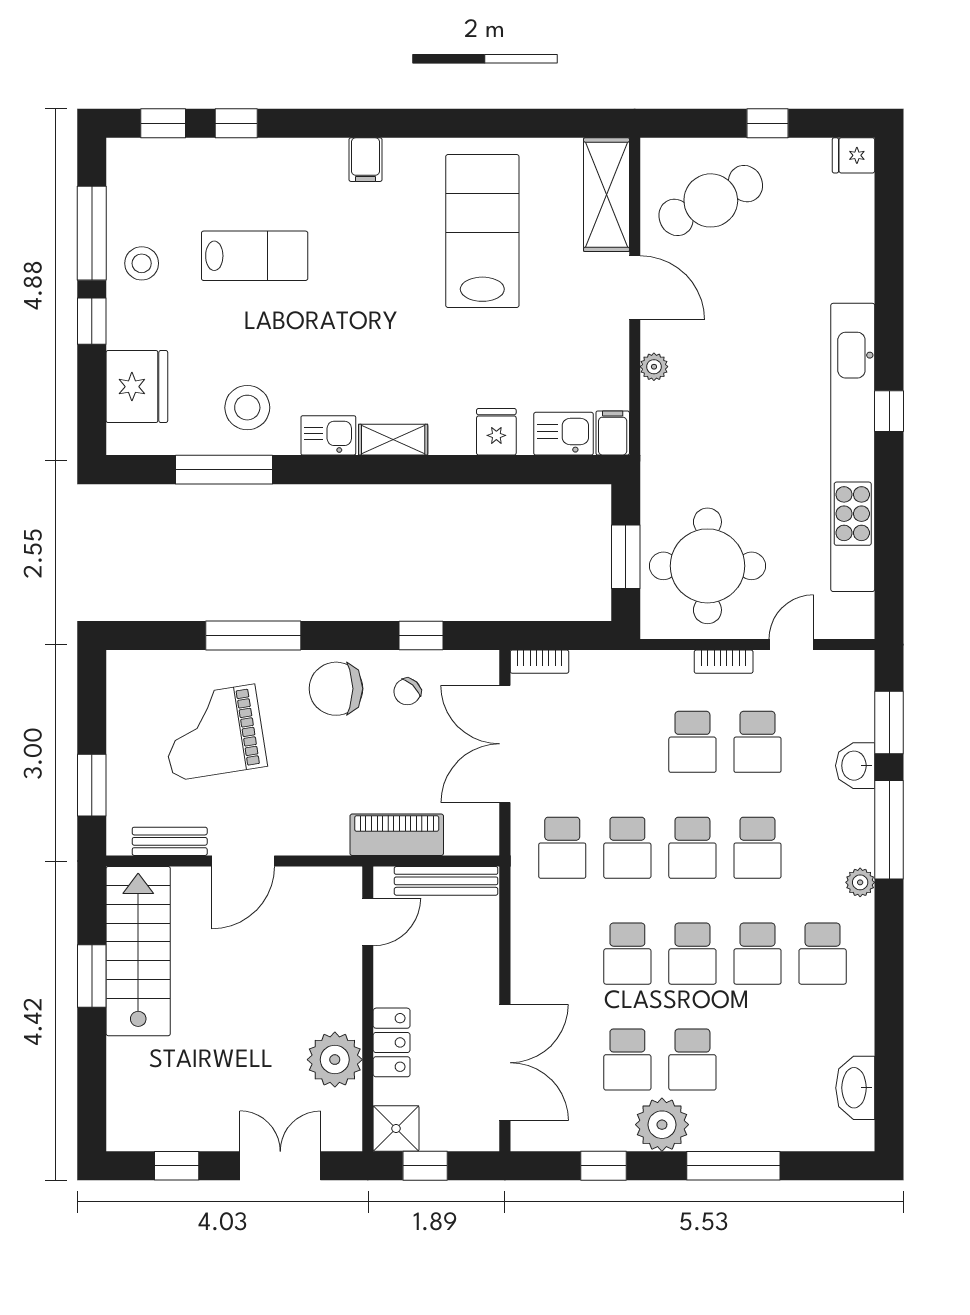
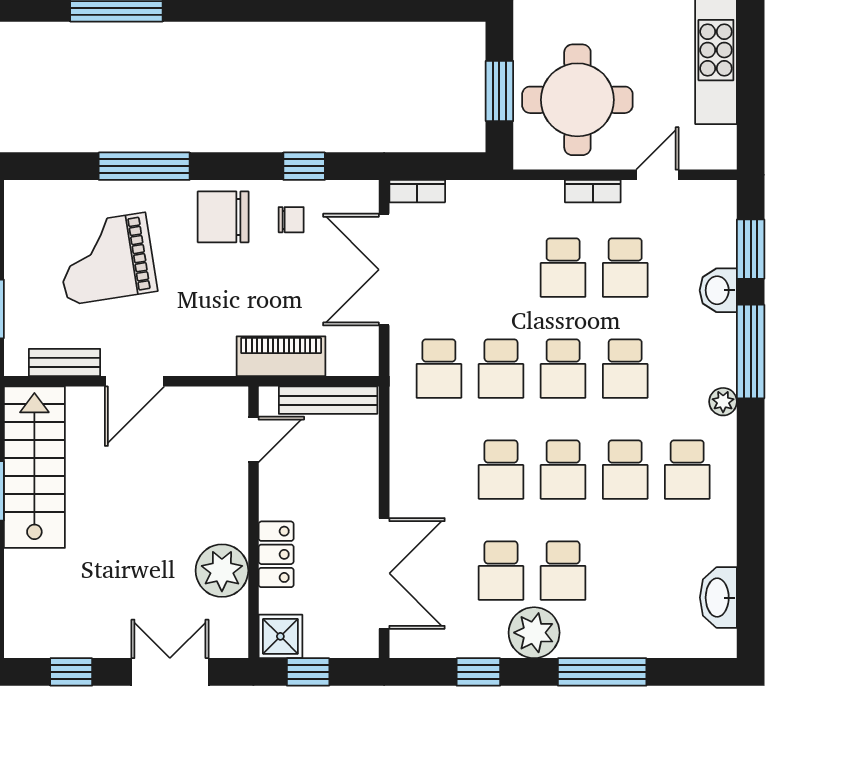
chair: (407, 692) -> (291, 220), turned -133

